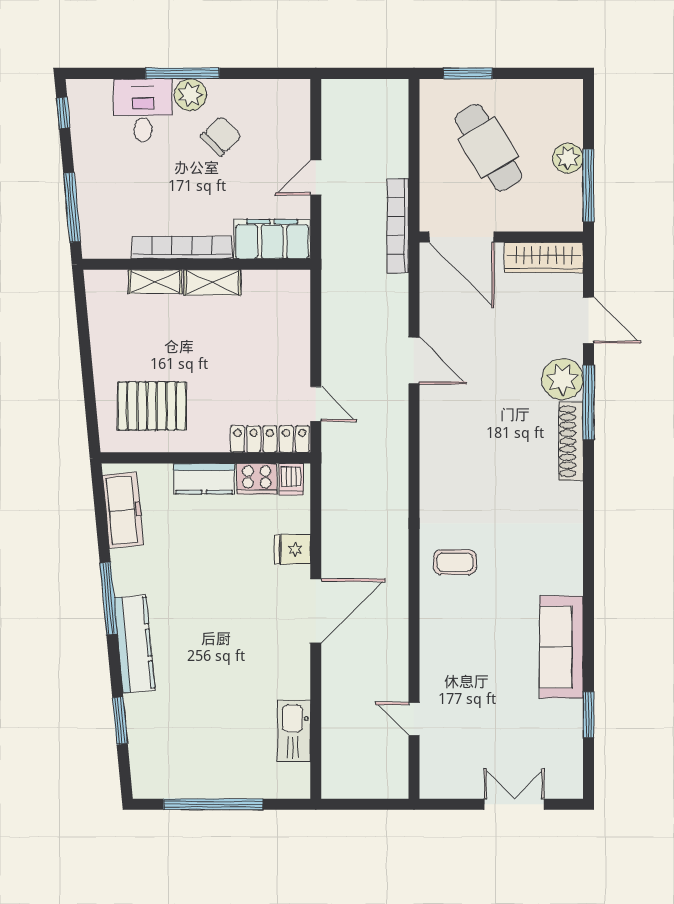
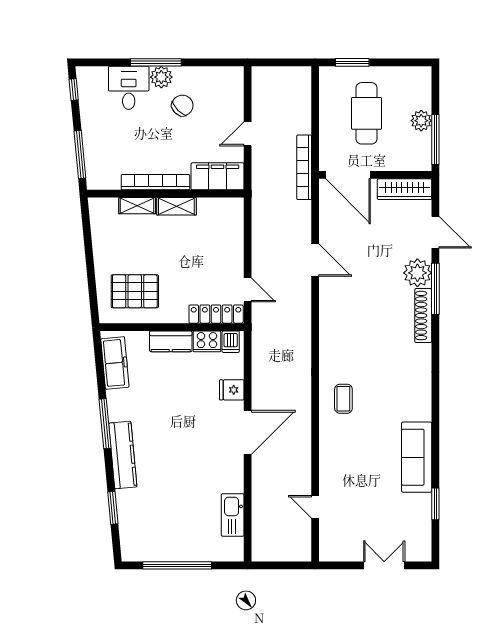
cafe table: (488, 148) -> (367, 113), turned 31
coffee table: (455, 562) -> (343, 399), turned 90

